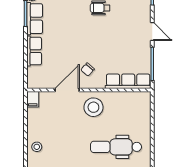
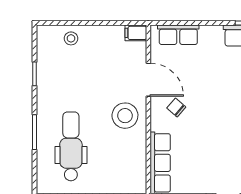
row of seats: (34, 51) -> (178, 35), moved

